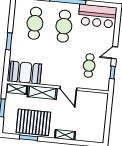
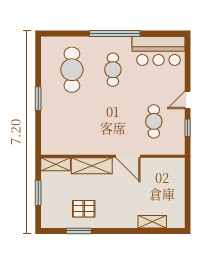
cafe table: (64, 26) -> (113, 70), width x0.73, depth x0.74
booth: (25, 73) -> (65, 140), removed
pallet: (33, 122) -> (84, 209), width x0.49, depth x0.50
shelving: (65, 135) -> (152, 222), moved

